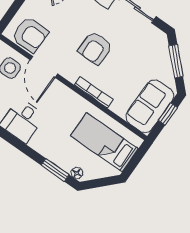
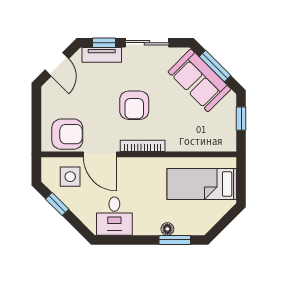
bookcase: (94, 92) -> (143, 146), moved
sofa: (150, 106) -> (199, 80), moved, turned -45
floor lamp: (77, 173) -> (167, 229), moved

